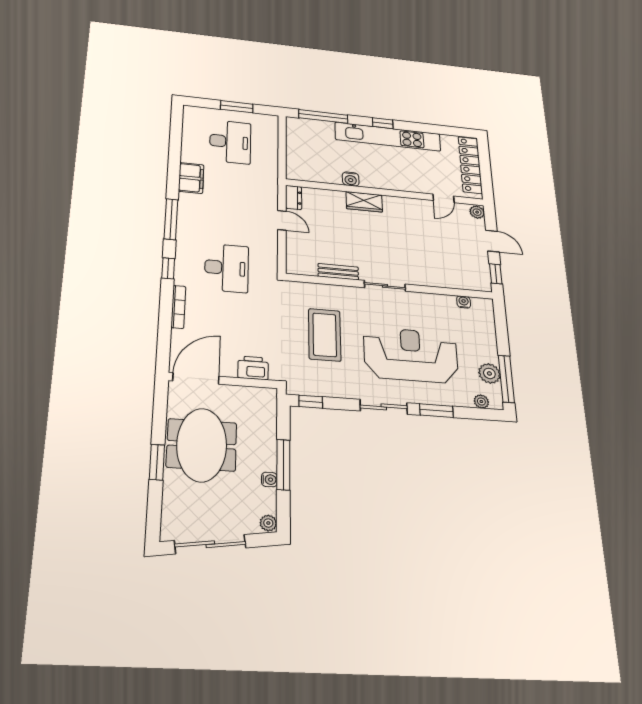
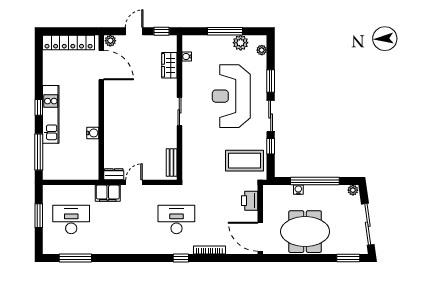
kitchen unit: (388, 137) -> (51, 114), width x0.73
filing cabinet: (191, 178) -> (108, 193), moved, turned 180
door: (443, 198) -> (101, 65), width x1.87
wardrobe: (364, 202) -> (169, 65), moved, turned 180
window: (171, 219) -> (75, 258), moved
bench: (338, 272) -> (172, 163), moved
coffee table: (325, 335) -> (244, 161), moved
window: (506, 379) -> (225, 31), moved
window: (311, 402) -> (271, 146), moved
window: (157, 462) -> (348, 258), moved
window: (283, 465) -> (315, 181), width x1.46
water cooler: (269, 480) -> (298, 190), moved

